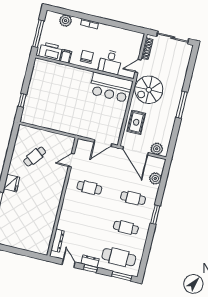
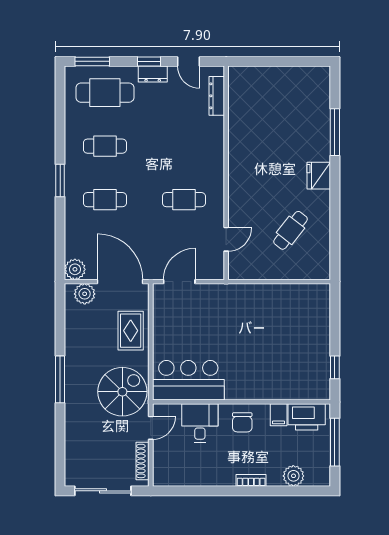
window: (22, 100) -> (335, 367), moved
plant: (155, 178) -> (75, 269), moved

